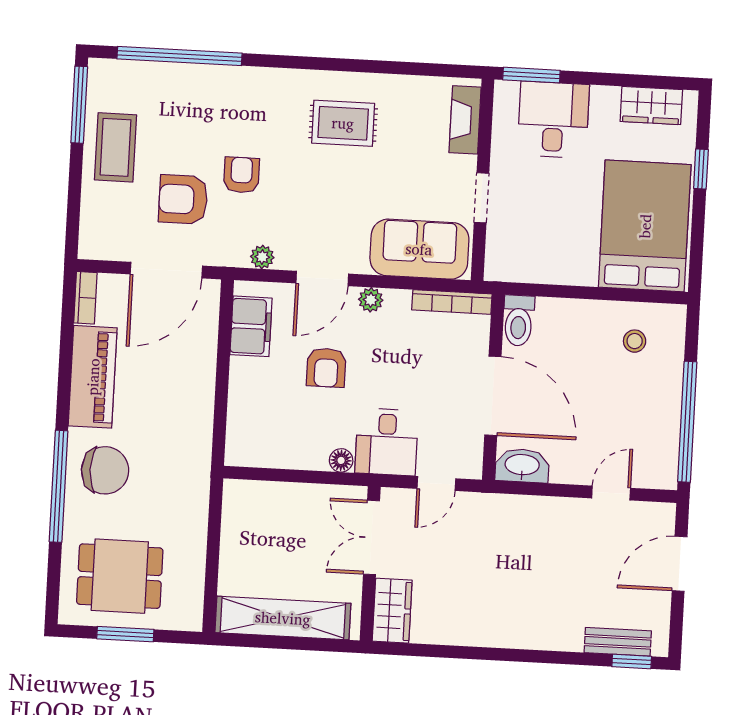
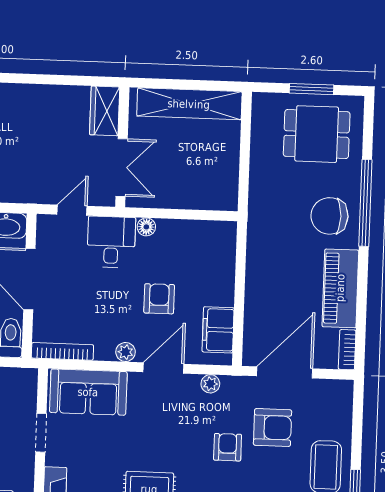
armchair: (241, 175) -> (228, 447), turned 180

